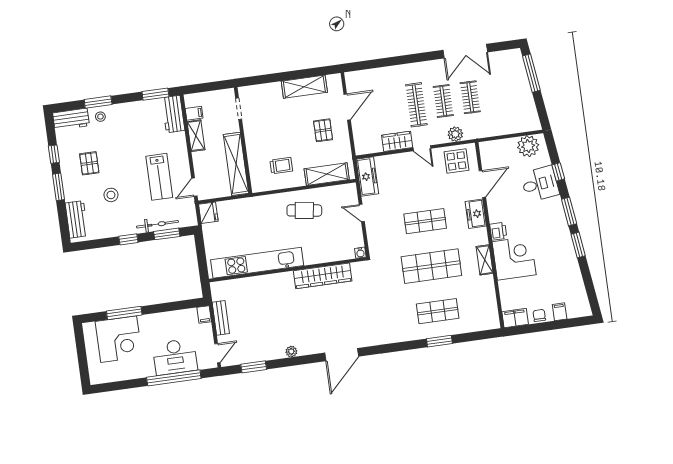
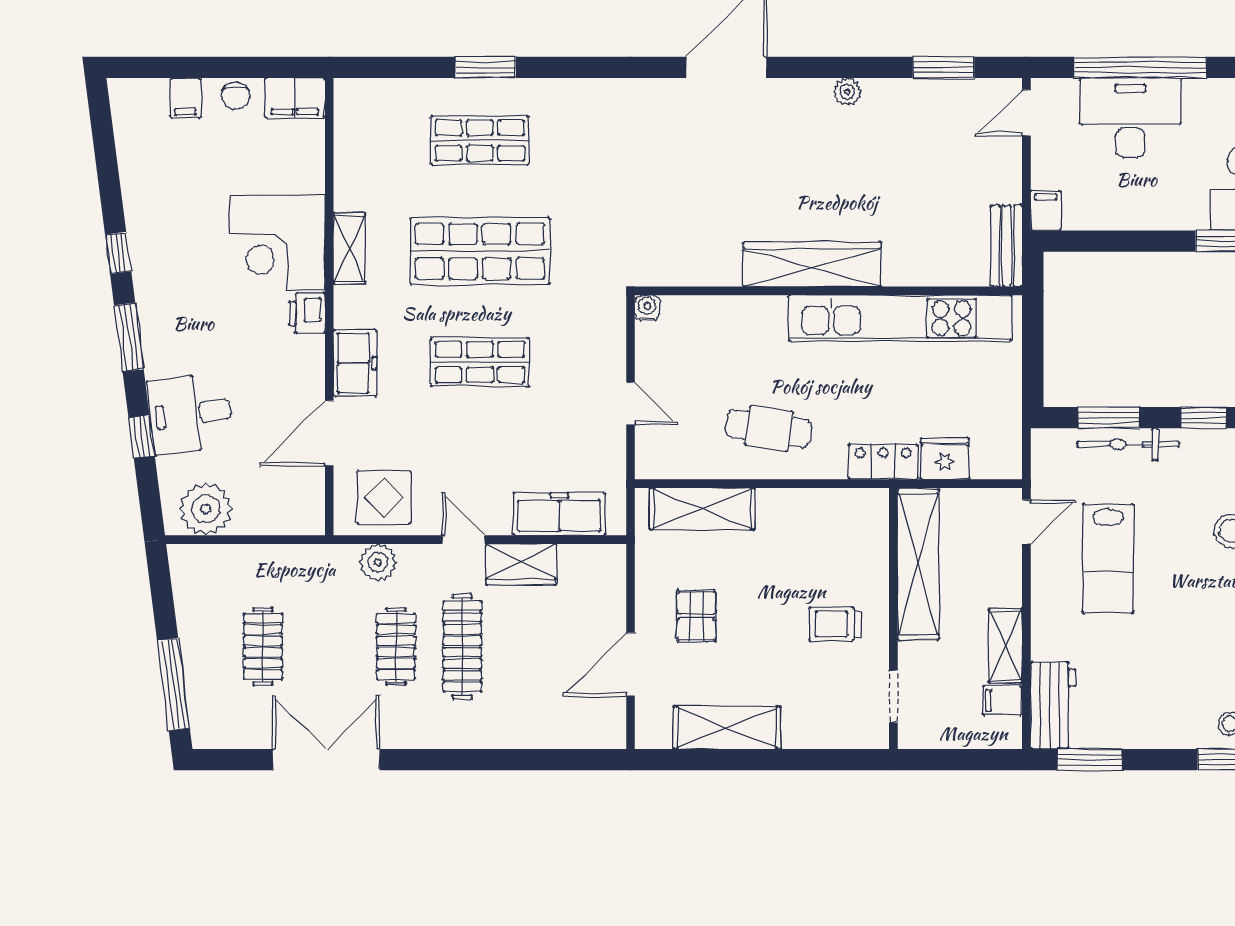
clothes rail: (470, 97) -> (263, 647), moved
trolley: (281, 166) -> (835, 624), moved
lab bench: (159, 177) -> (1108, 559), turned 180
freezer: (367, 177) -> (559, 514), moved, turned 90
locker: (256, 203) -> (883, 462), added
fridge: (208, 213) -> (945, 459), moved, turned 90
window: (578, 245) -> (118, 253), width x0.67
wardrobe: (323, 276) -> (812, 264), moved
bench: (221, 318) -> (1007, 246), moved

